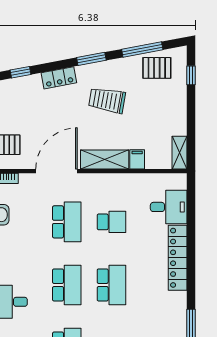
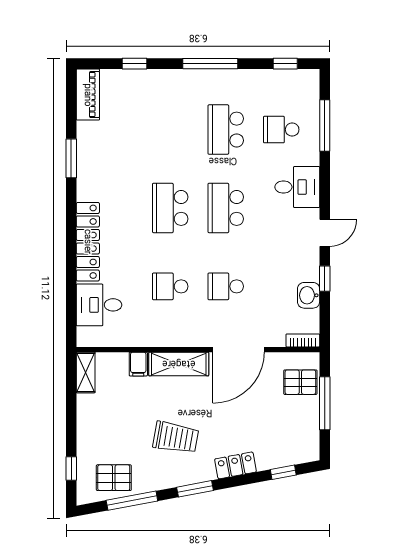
school desk: (67, 222) -> (226, 286), width x0.54

